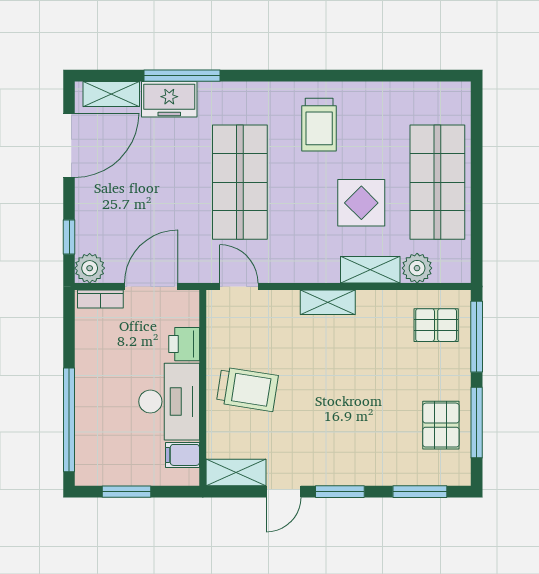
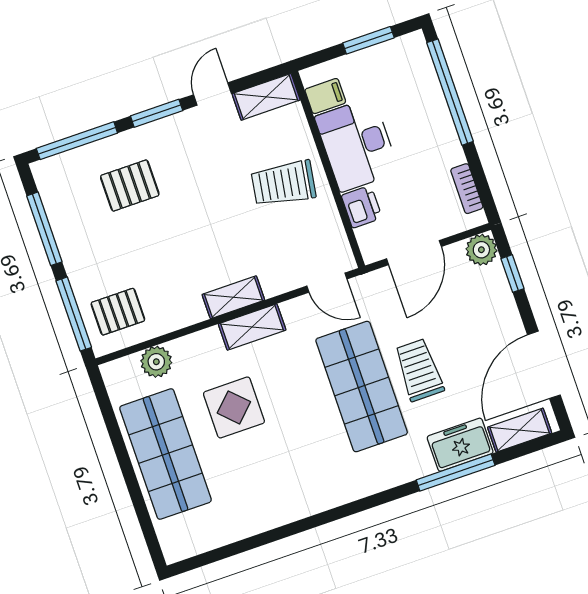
trolley: (319, 125) -> (419, 370), moved
shelving: (370, 270) -> (252, 327), moved
bookcase: (100, 299) -> (467, 189), moved, turned -90
pallet: (441, 425) -> (130, 185), moved, turned 90
window: (420, 492) -> (77, 141), width x1.44

